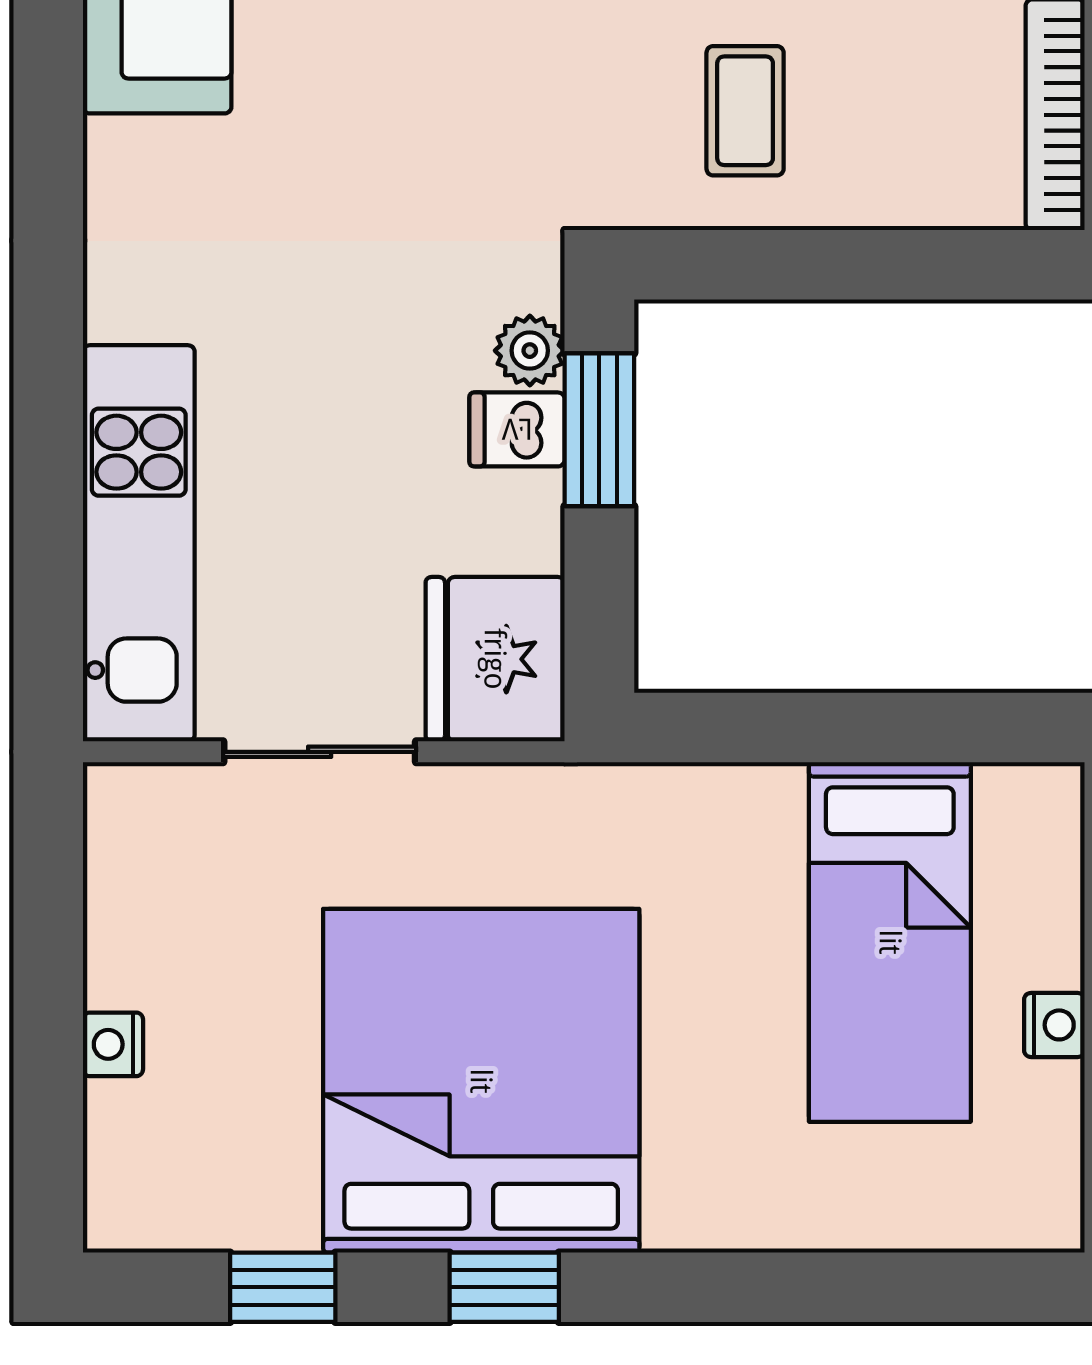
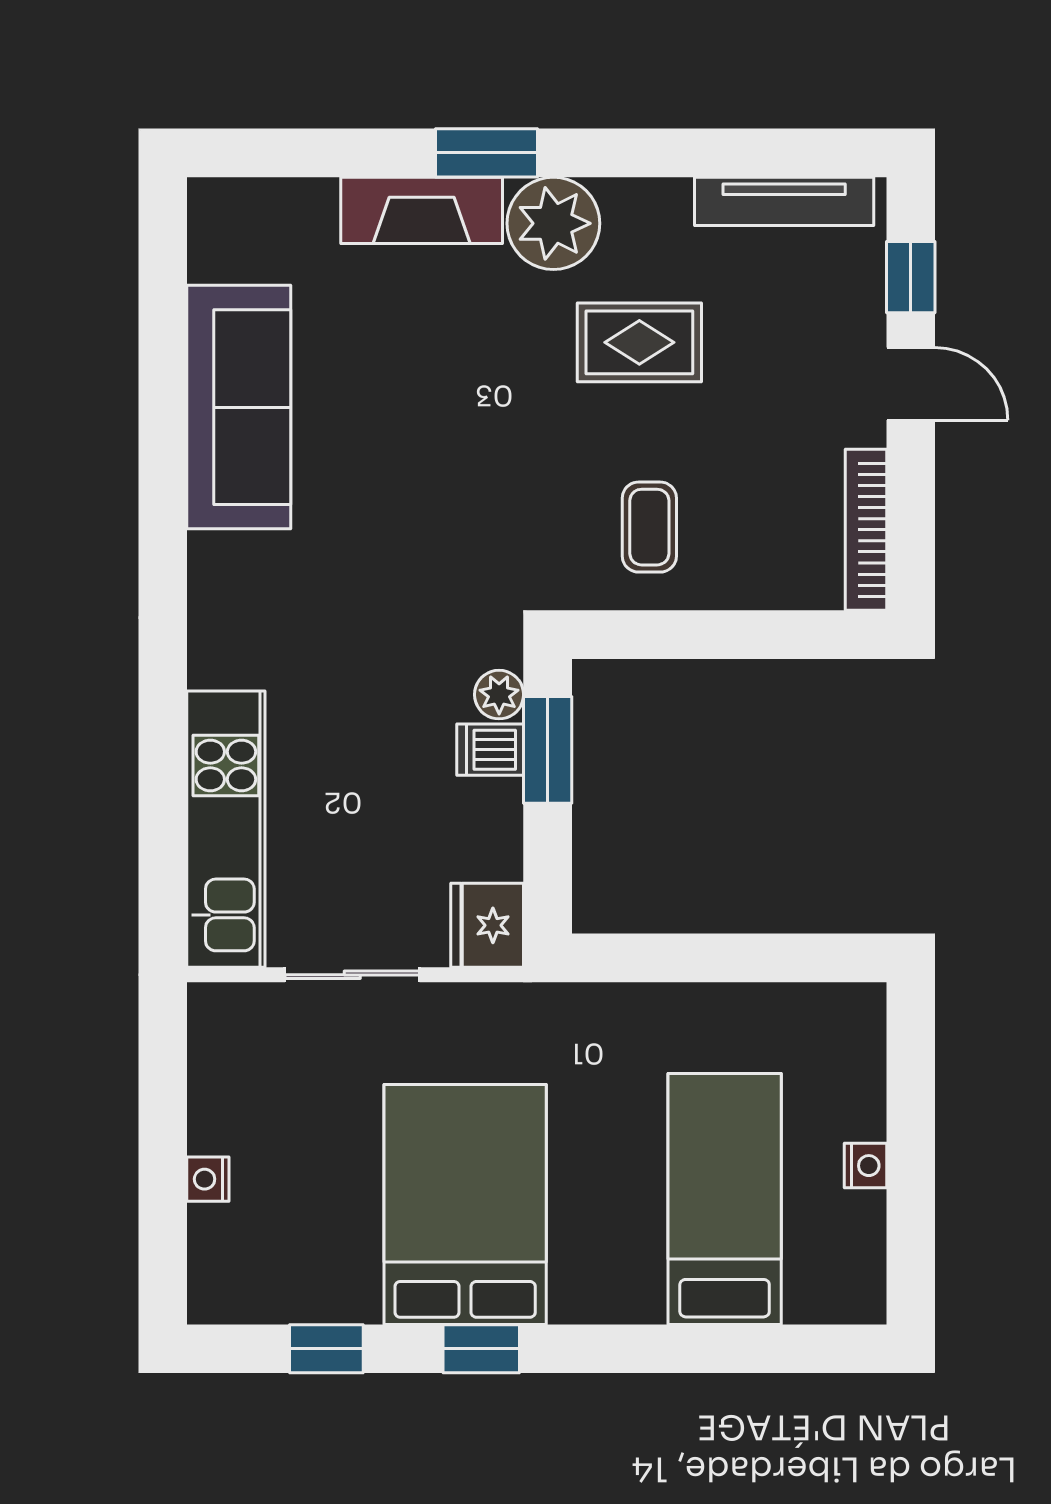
fridge: (495, 659) -> (487, 925), width x0.73, depth x0.75
bed: (890, 942) -> (725, 1199), moved, turned 180
bed: (481, 1081) -> (465, 1205), width x0.73

